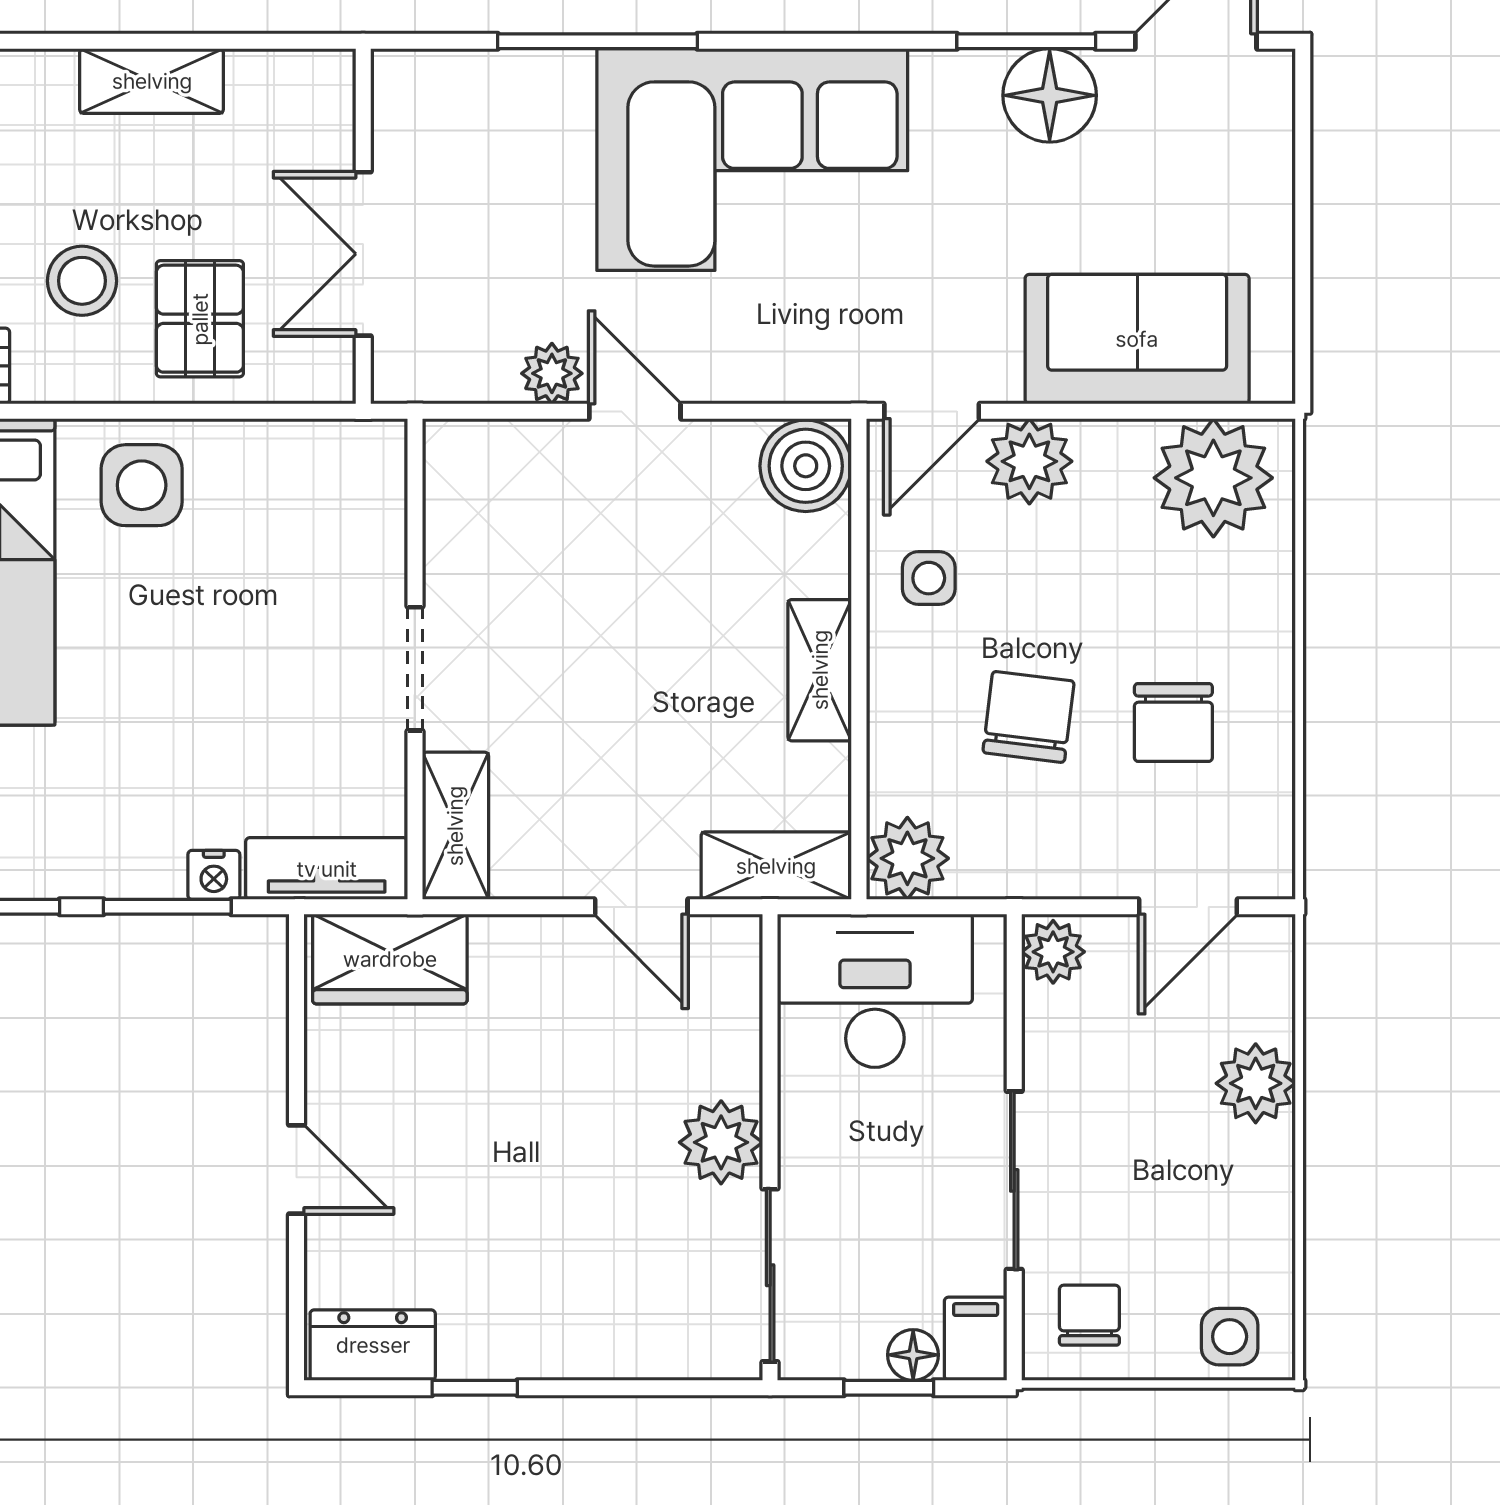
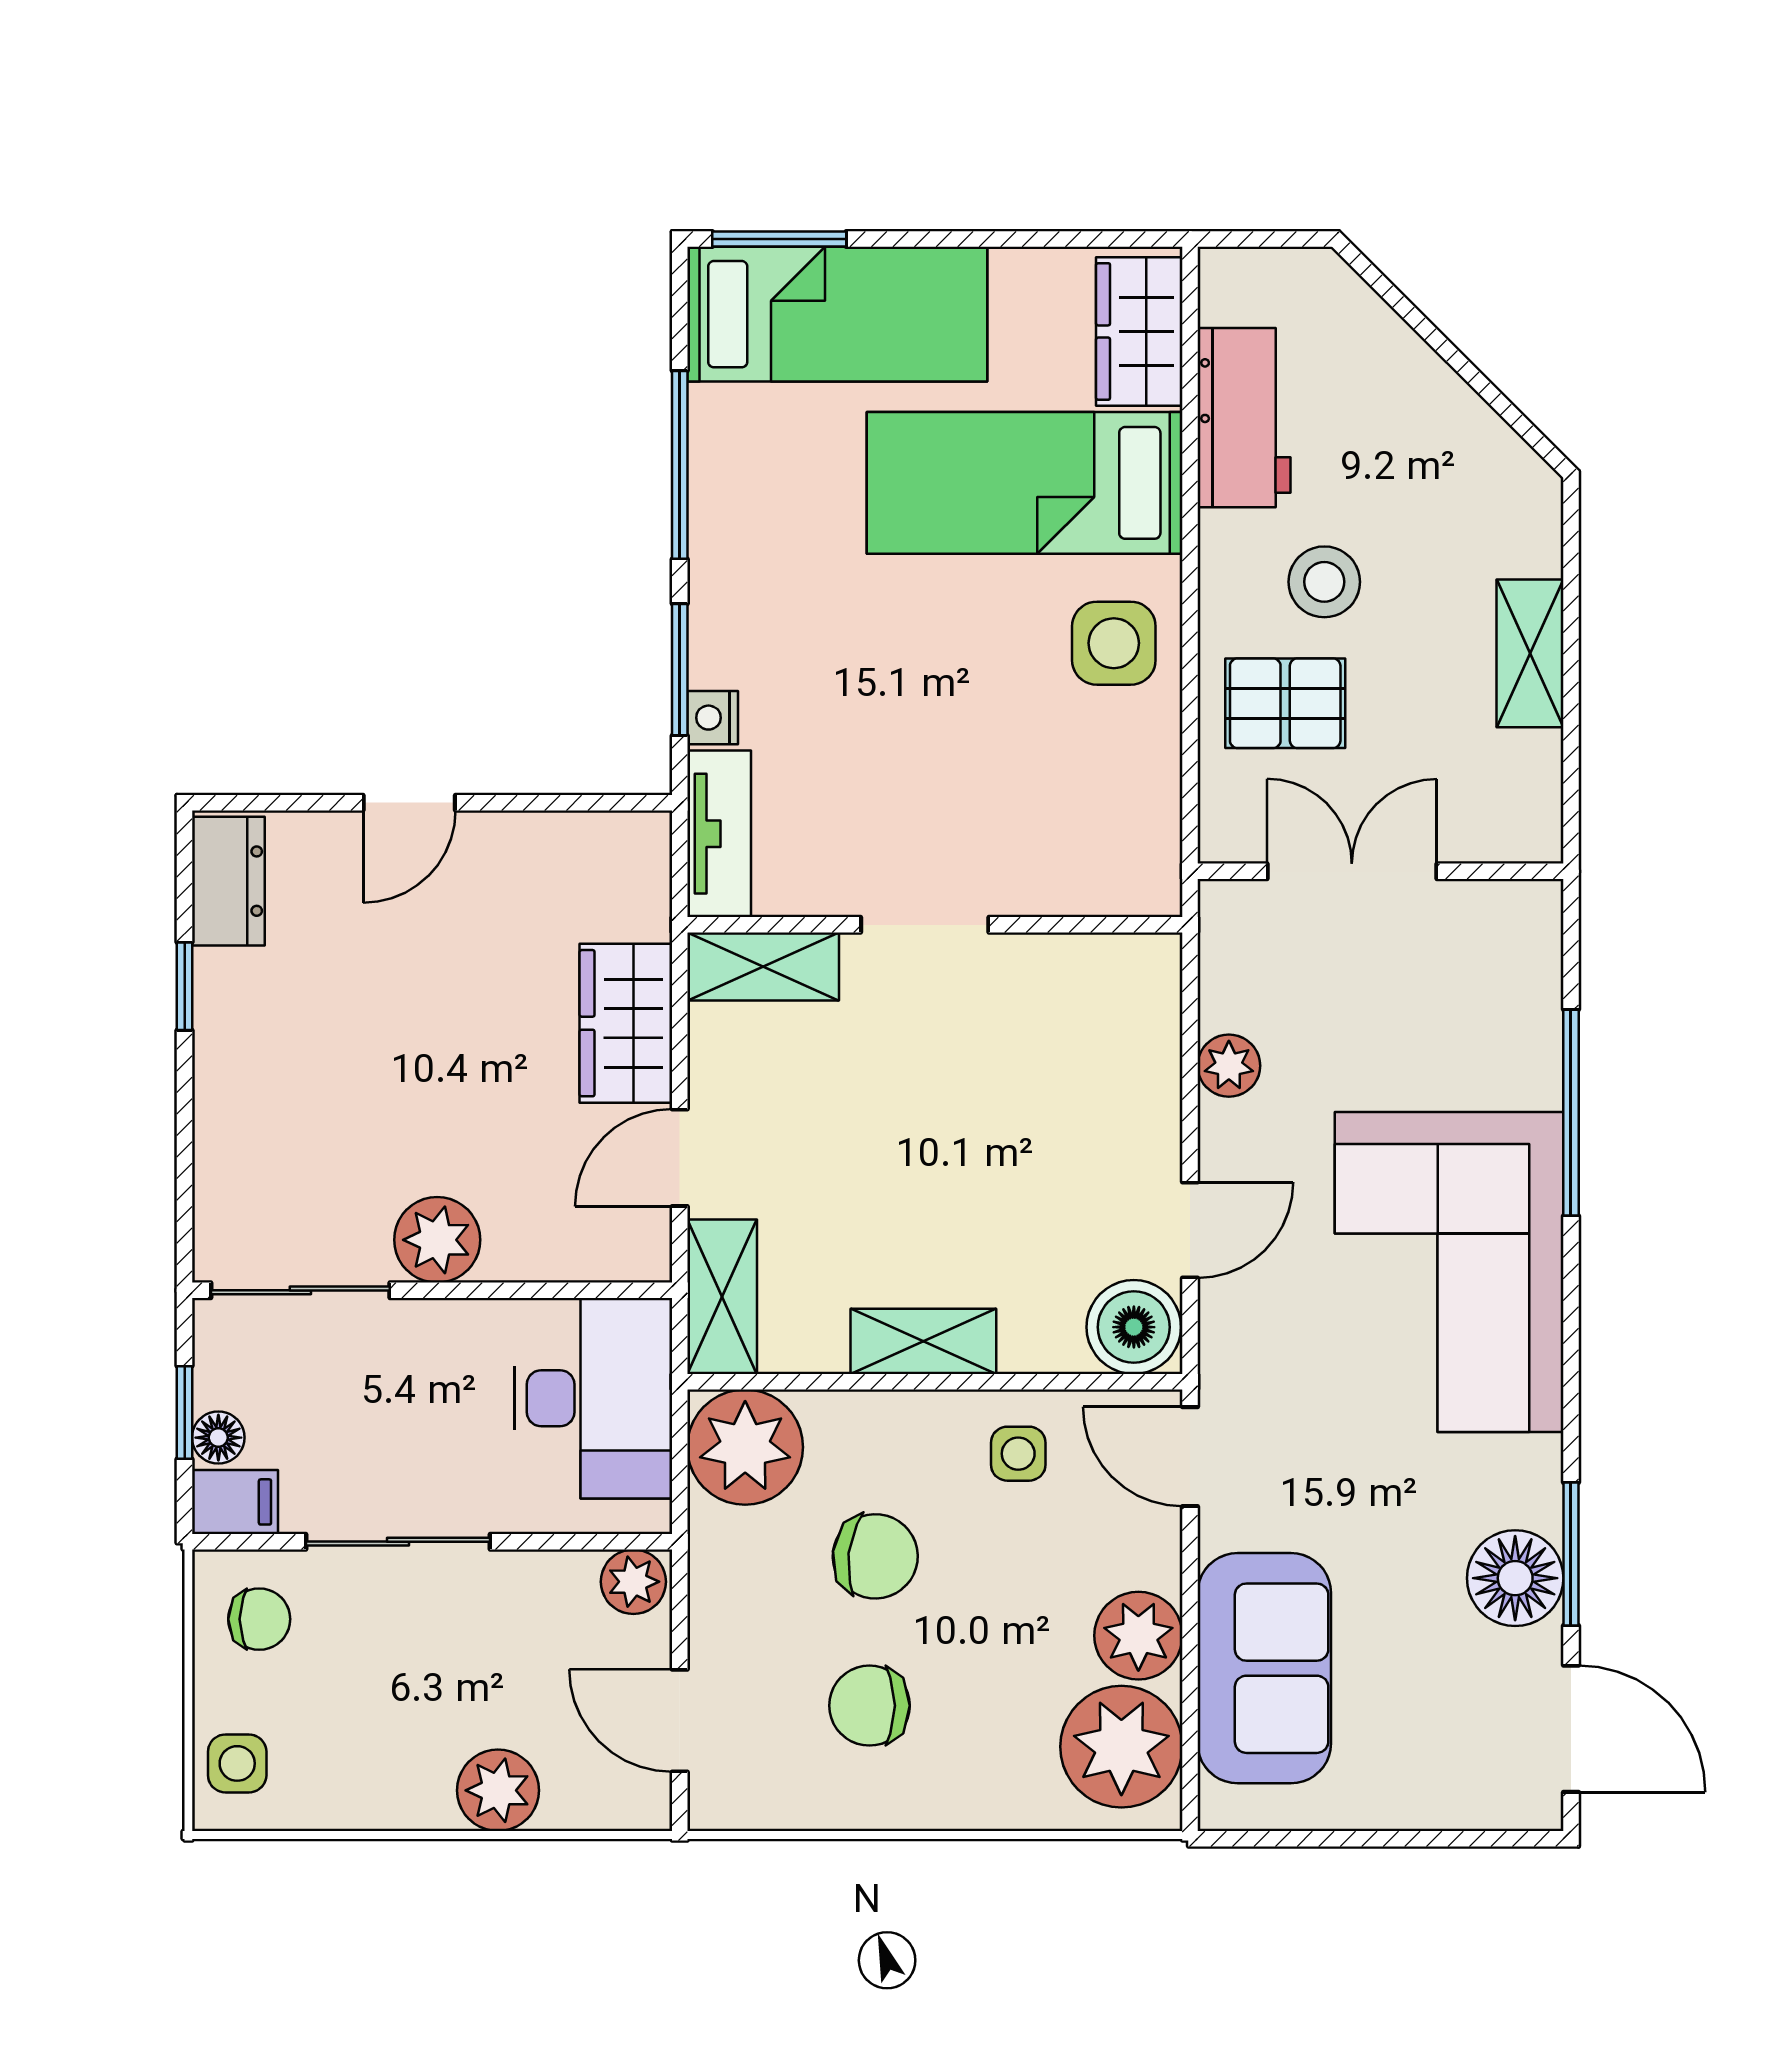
door: (635, 411) -> (1190, 1230), moved
plant: (1029, 461) -> (1138, 1636), moved
plant: (907, 858) -> (745, 1447), width x1.36, depth x1.36
wardrobe: (390, 959) -> (626, 1023), moved

